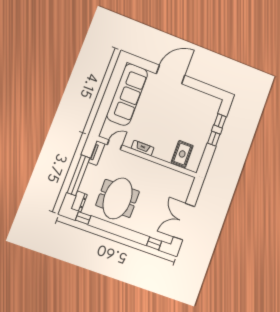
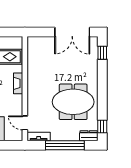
fireplace: (142, 148) -> (18, 83), moved

